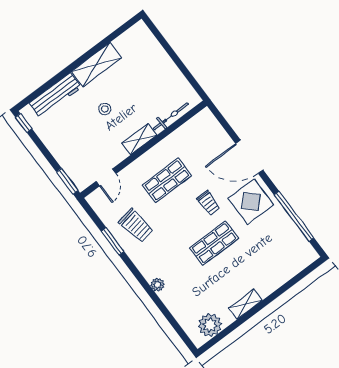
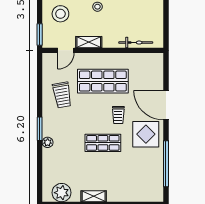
shelving: (139, 139) -> (89, 42), moved
stool: (73, 144) -> (60, 14), added
shop shelf: (167, 180) -> (103, 81), width x1.43, depth x1.36
window: (113, 241) -> (40, 129), moved

